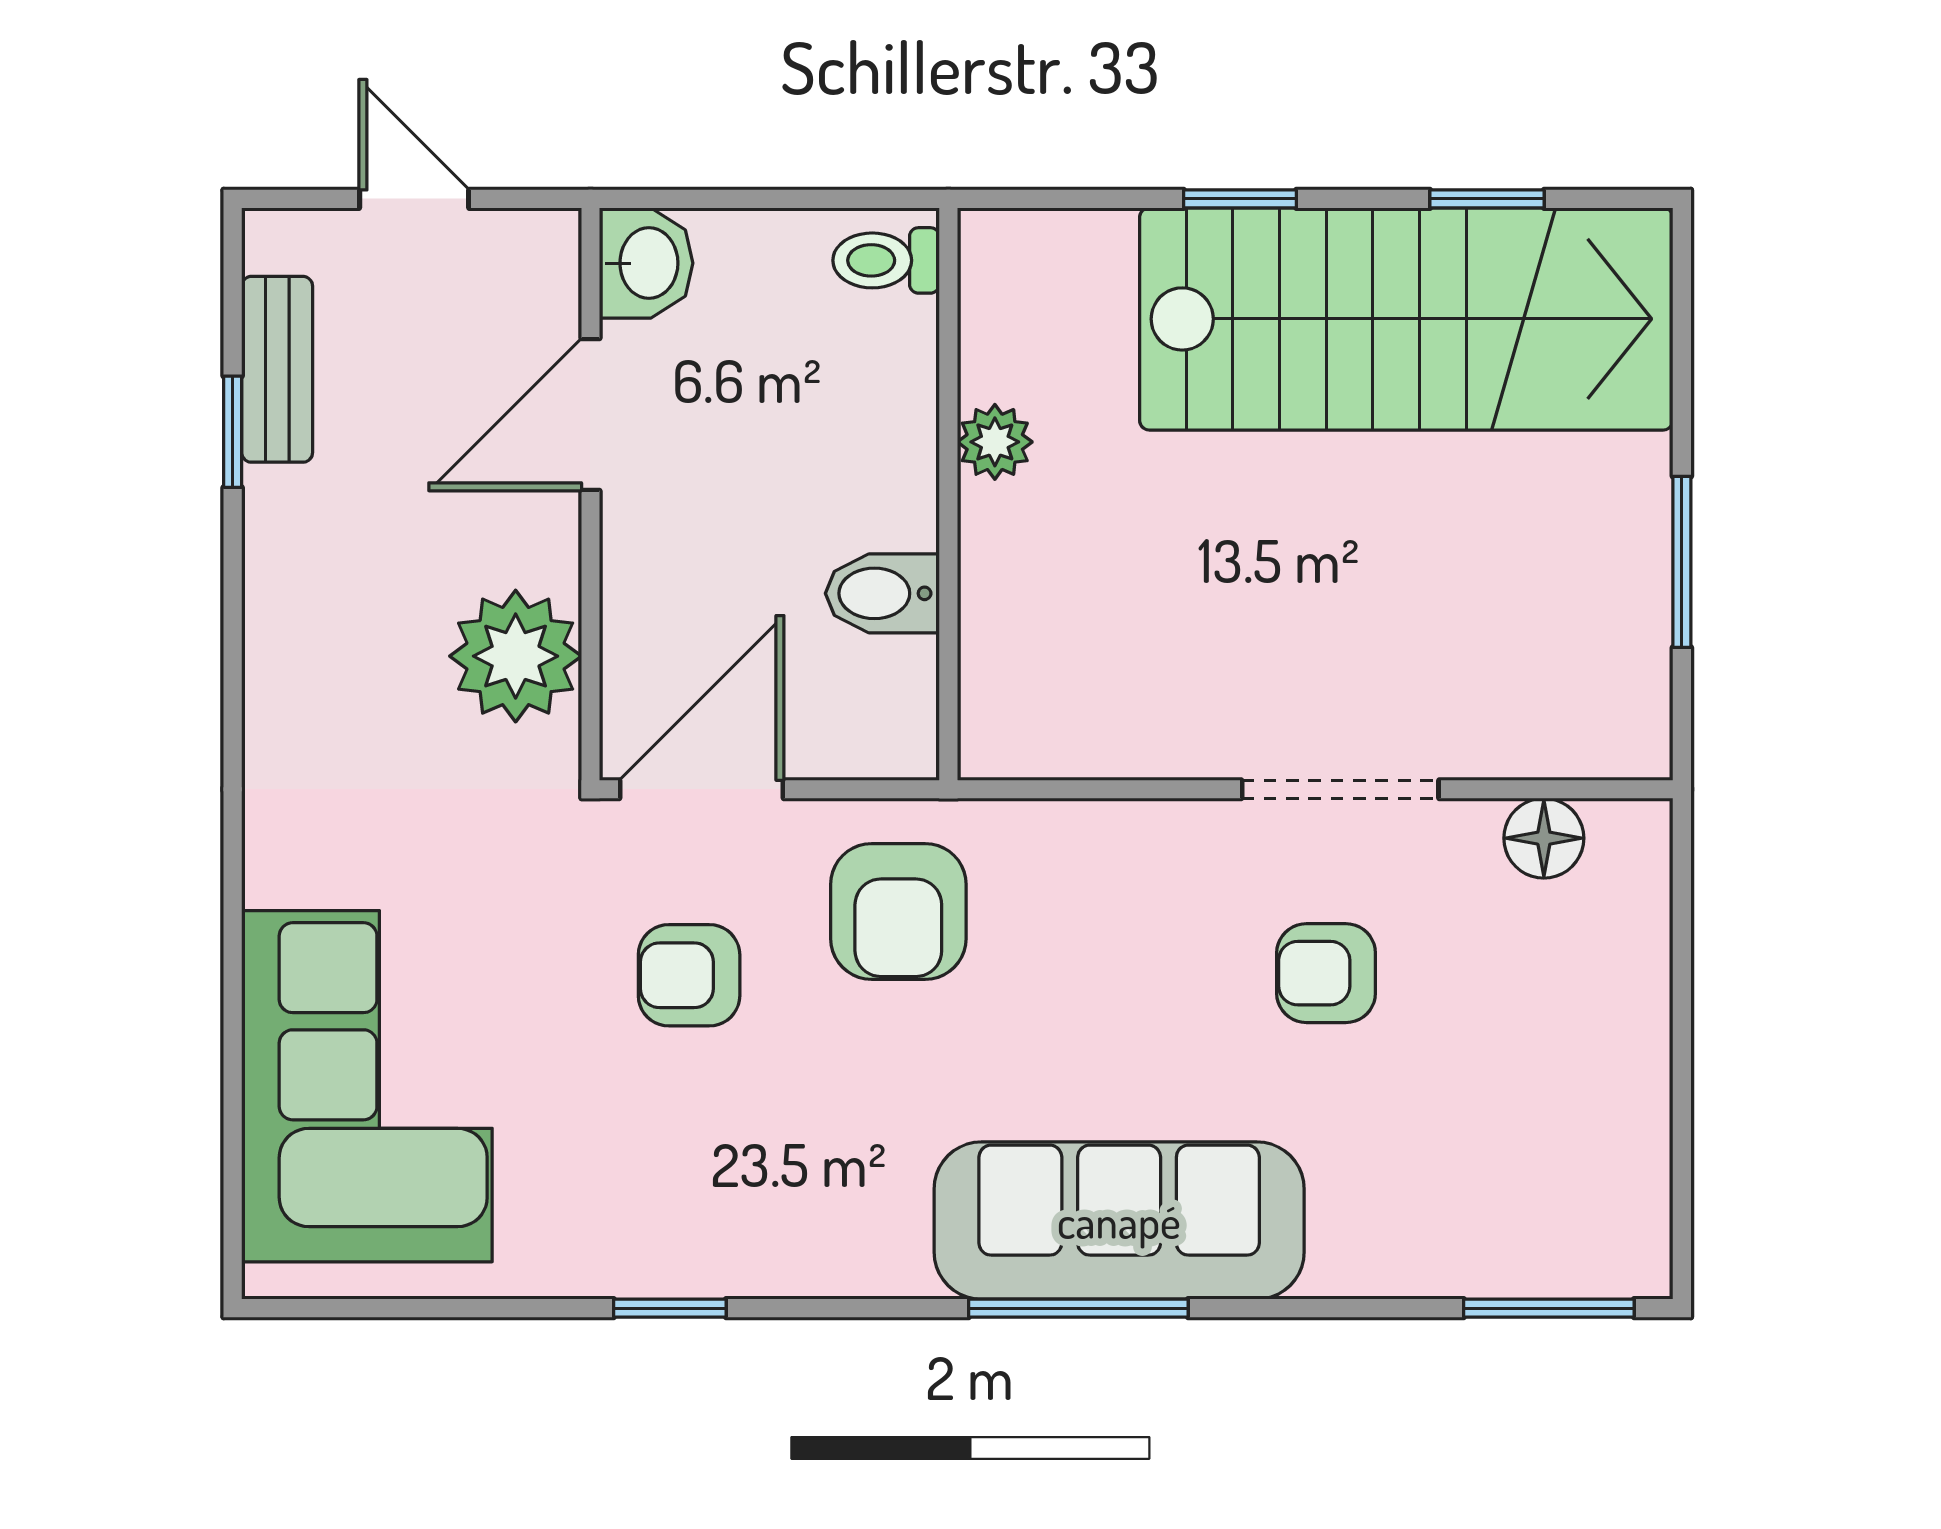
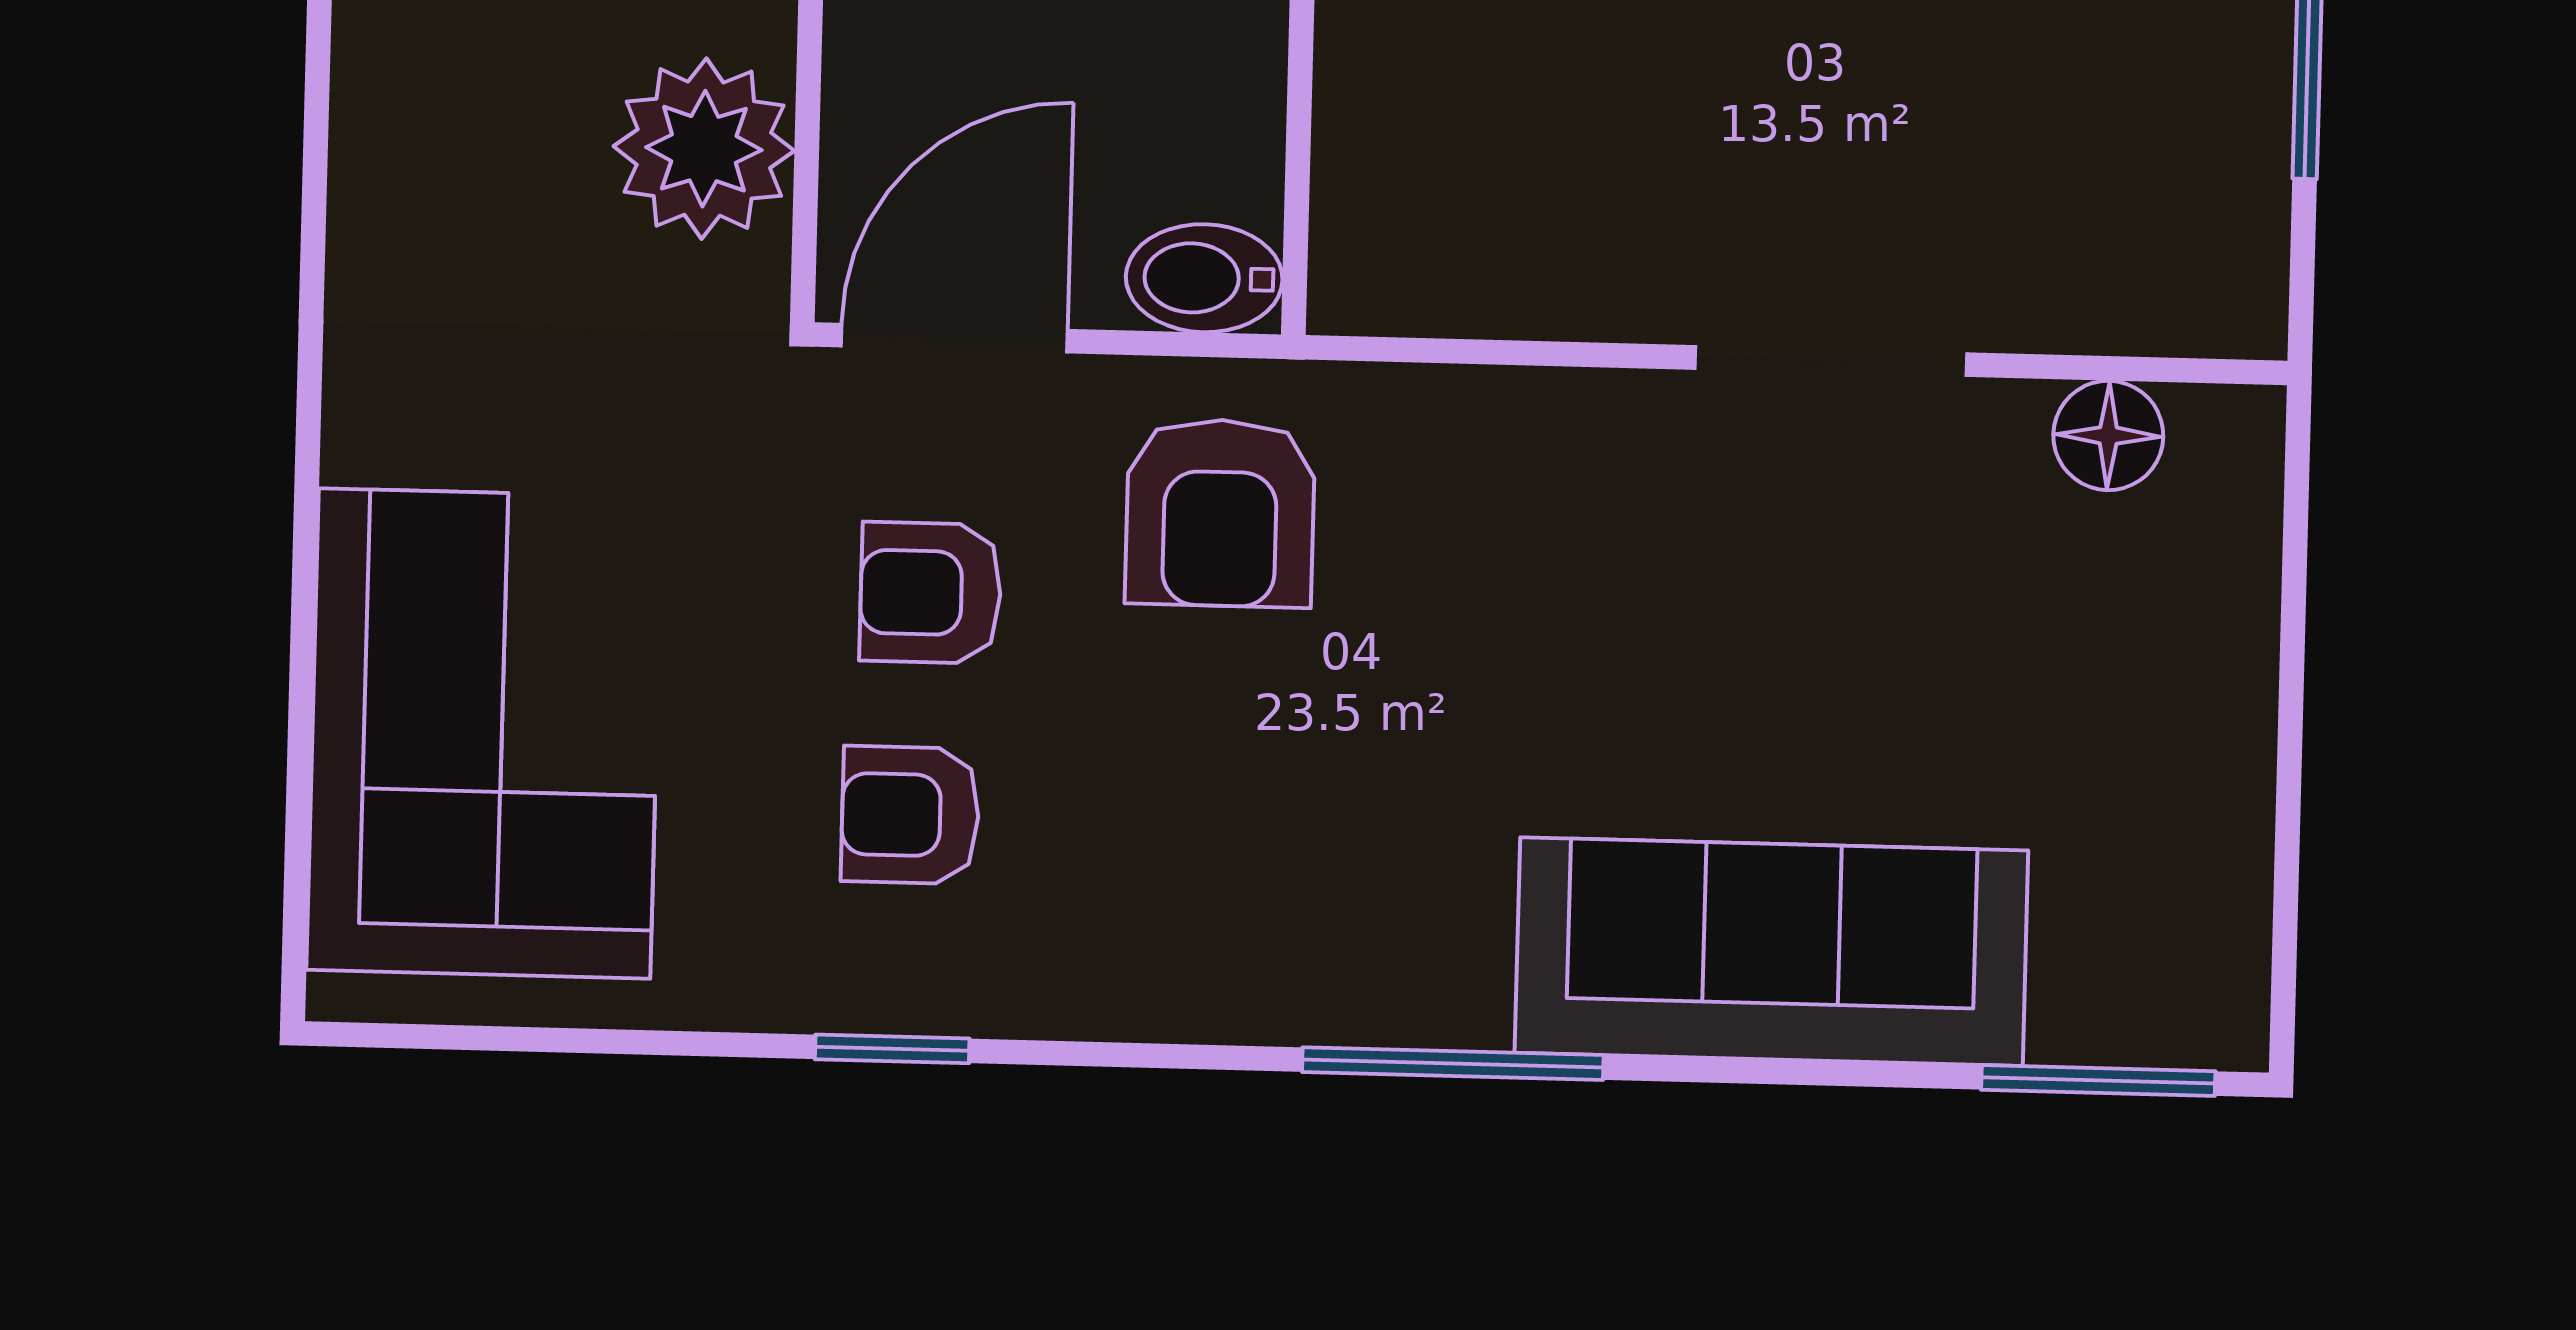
bidet: (882, 593) -> (1204, 278), moved
armchair: (1326, 973) -> (910, 815), moved
sofa: (1119, 1221) -> (1771, 952), moved

